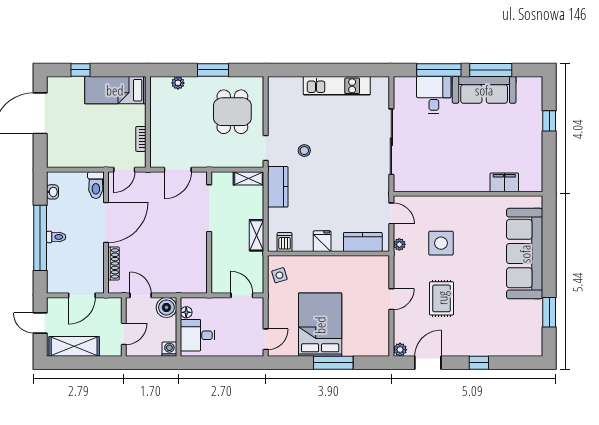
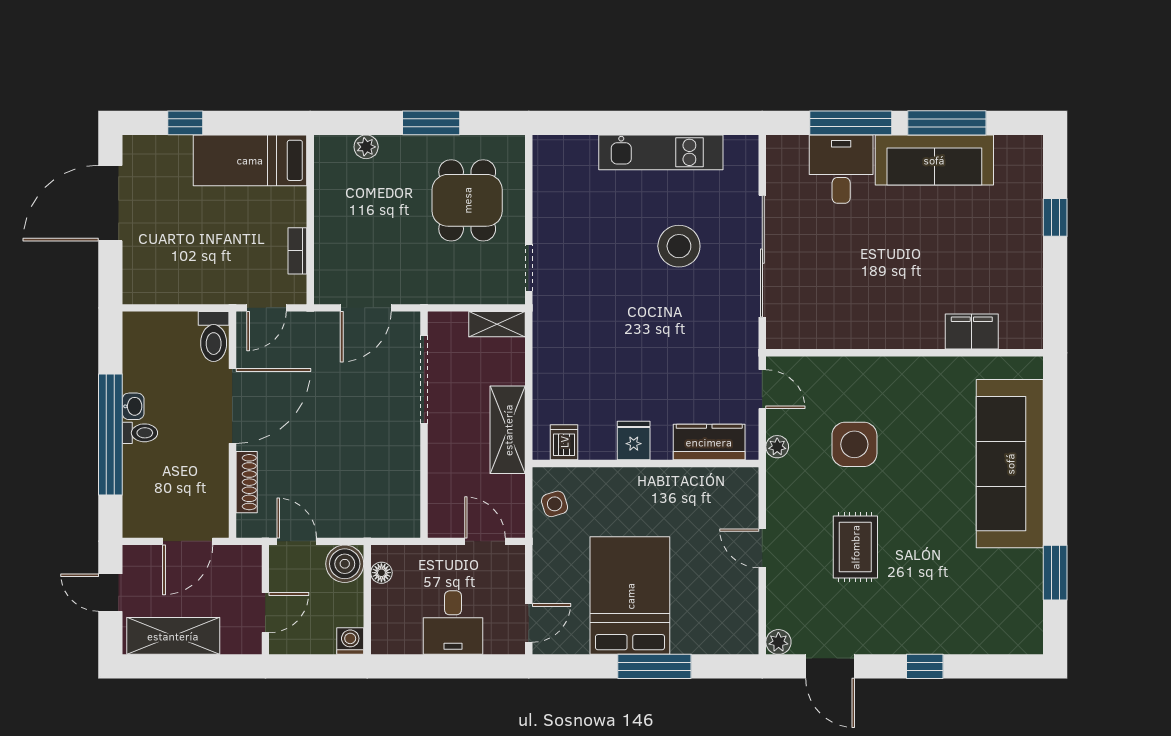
stool: (304, 151) -> (679, 246), moved, width x1.89, depth x1.89
kitchen counter: (278, 187) -> (551, 340), removed
washbasin: (52, 192) -> (133, 406), moved
shelving: (257, 235) -> (508, 430), width x1.50, depth x1.33
door: (391, 299) -> (762, 548), swing flipped
desk: (198, 335) -> (453, 623), moved, turned -90
door: (428, 363) -> (830, 666), swing flipped

